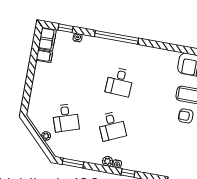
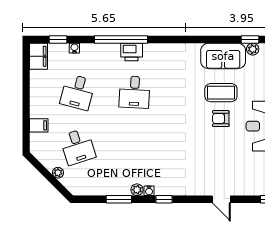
printer: (123, 49) -> (132, 52), added
filing cabinet: (44, 56) -> (39, 125), moved
desk: (112, 126) -> (78, 92), moved, turned 39
window: (73, 163) -> (119, 199), moved

